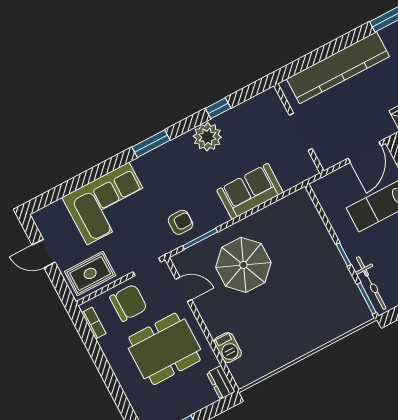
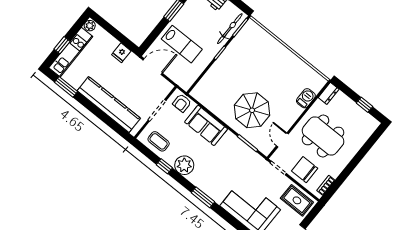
coffee table: (256, 115) -> (159, 141), added
armchair: (181, 222) -> (182, 103), moved, turned -90

